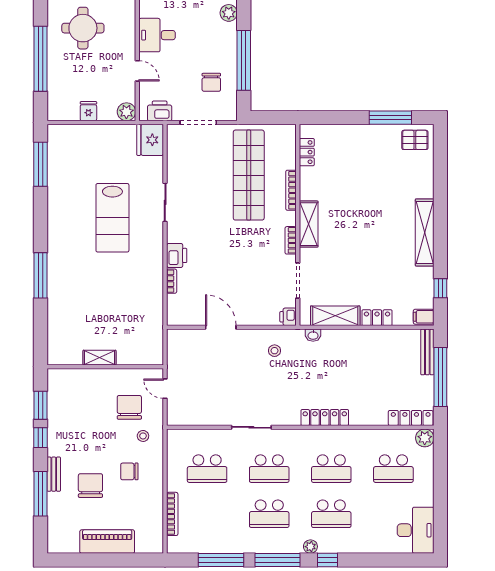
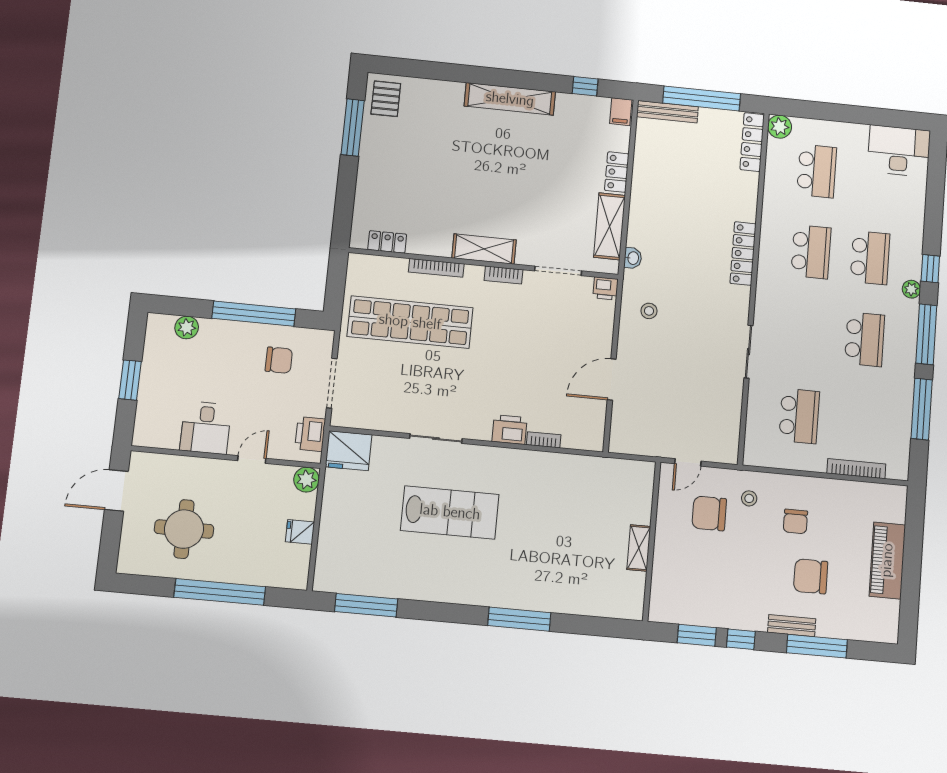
school desk: (269, 469) -> (805, 333), removed

